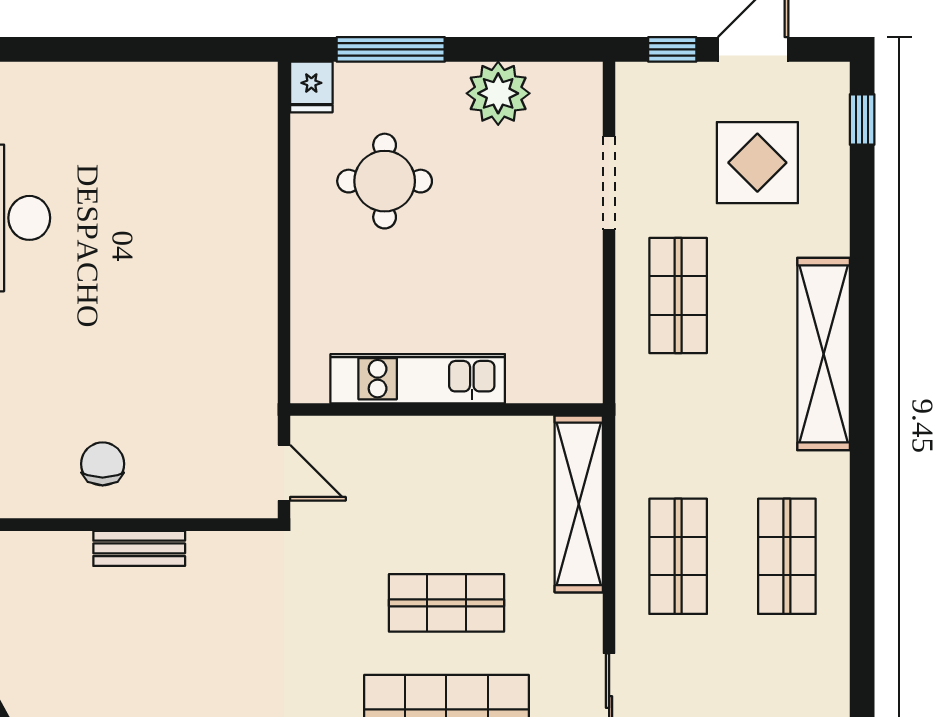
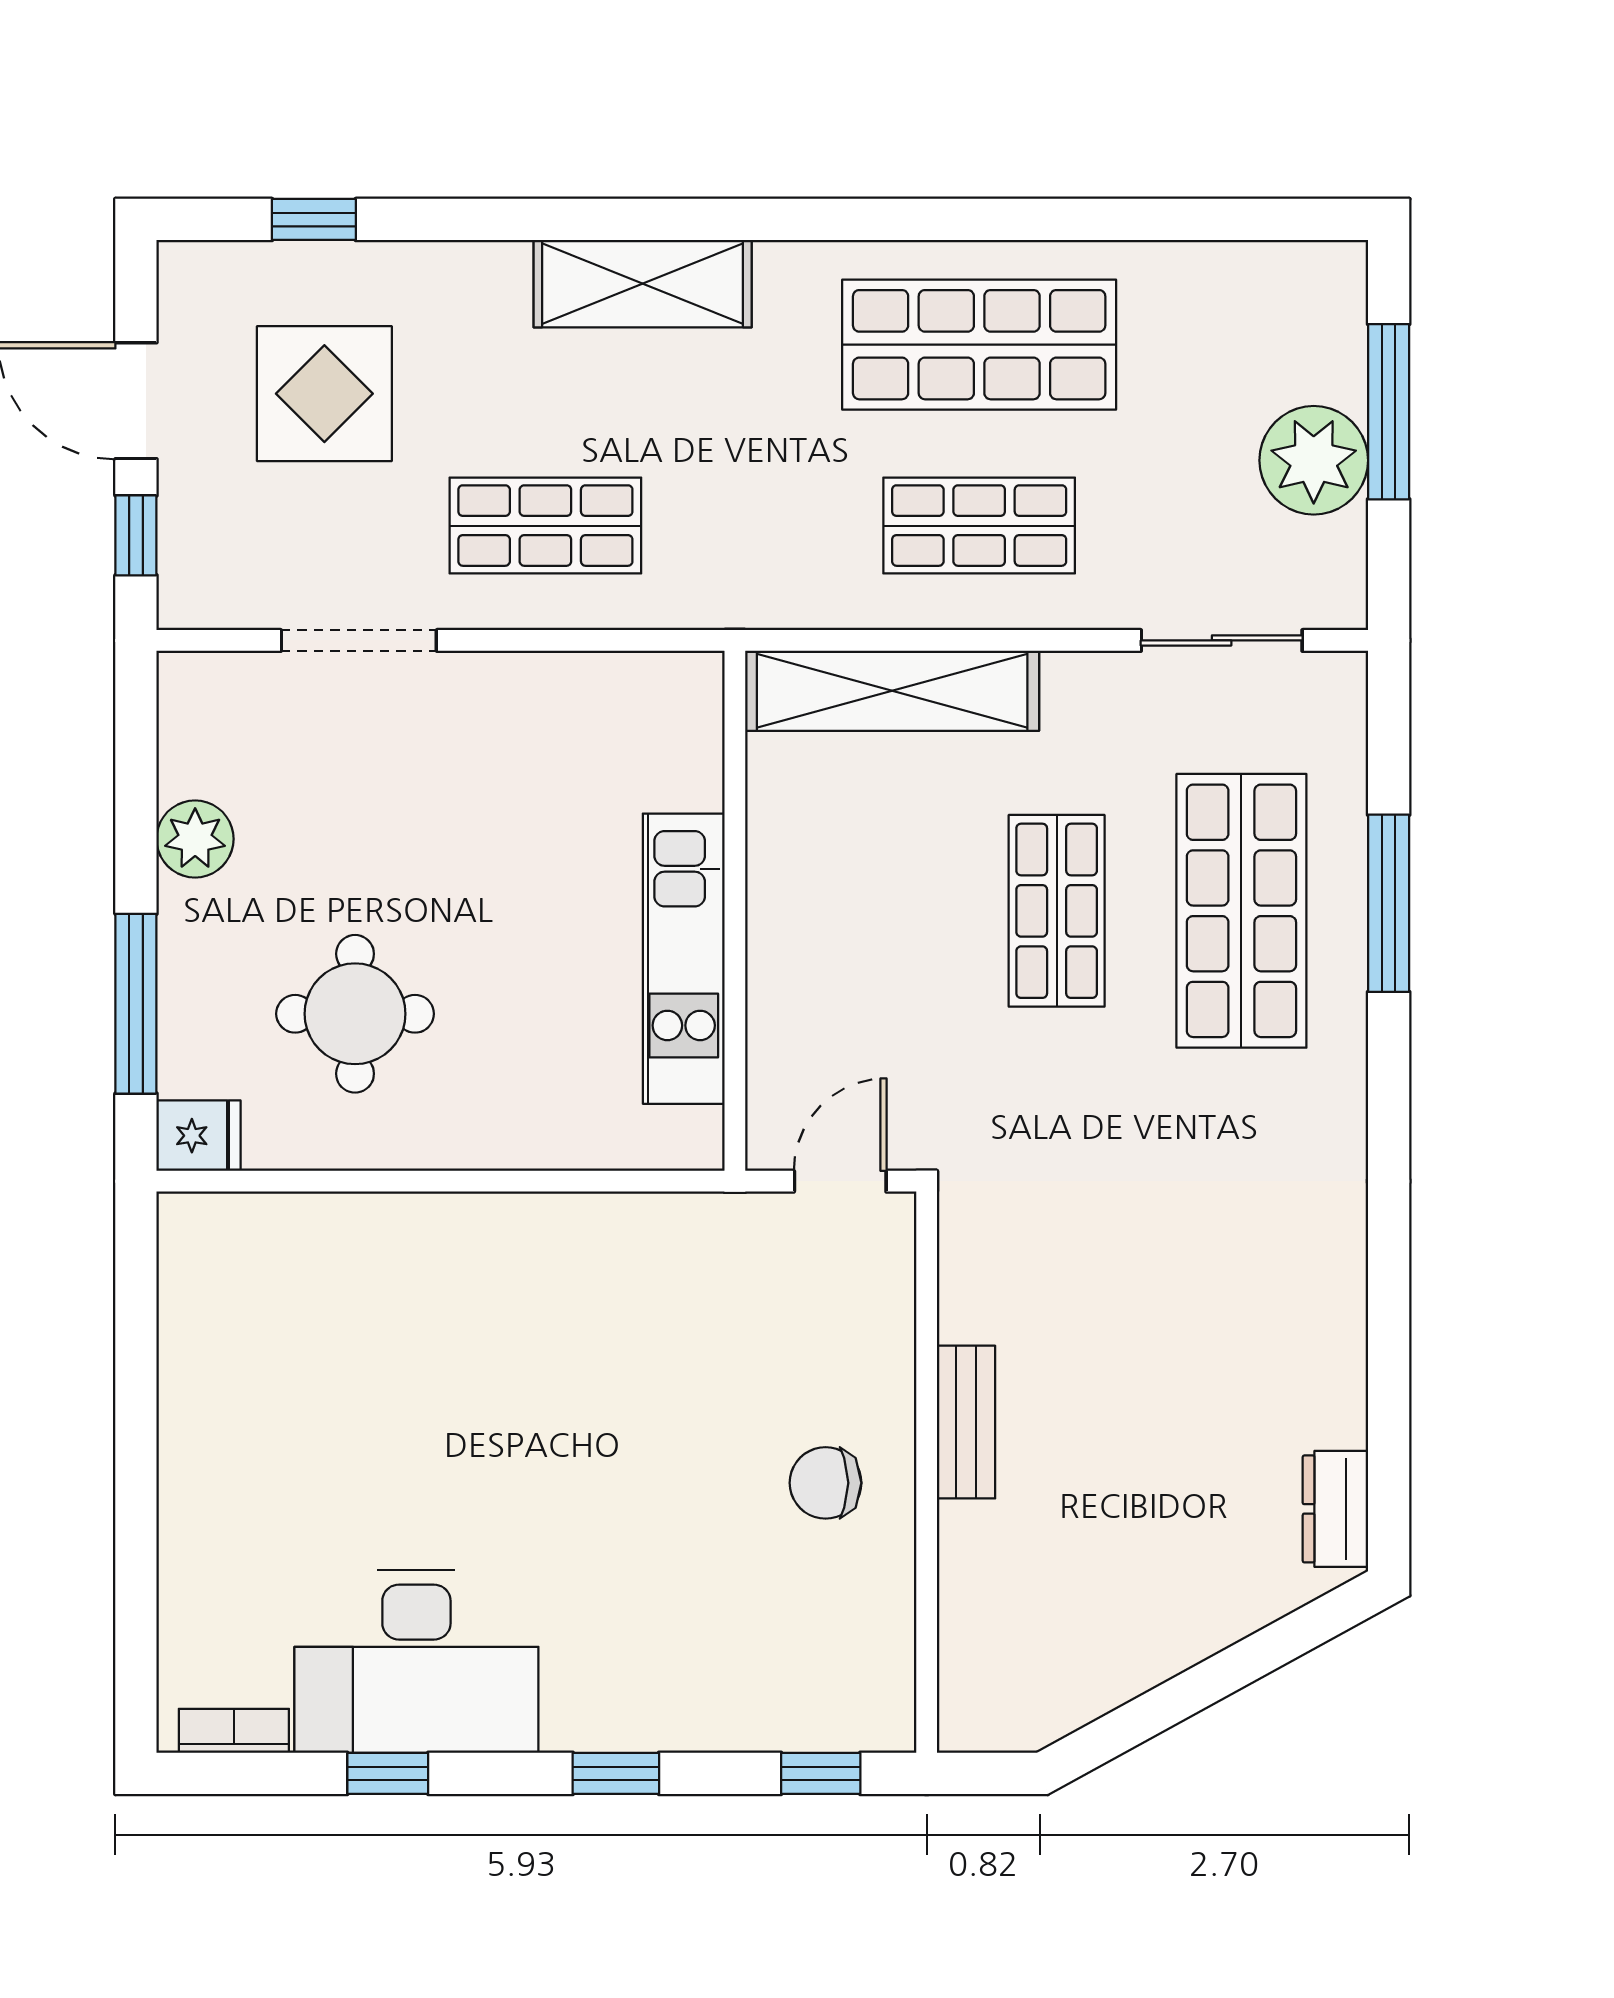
plant: (498, 93) -> (195, 839), width x0.73, depth x0.73
window: (862, 120) -> (314, 219), moved
shelving: (824, 354) -> (643, 284), width x0.68
shop shelf: (787, 556) -> (979, 345), width x1.43, depth x1.36

